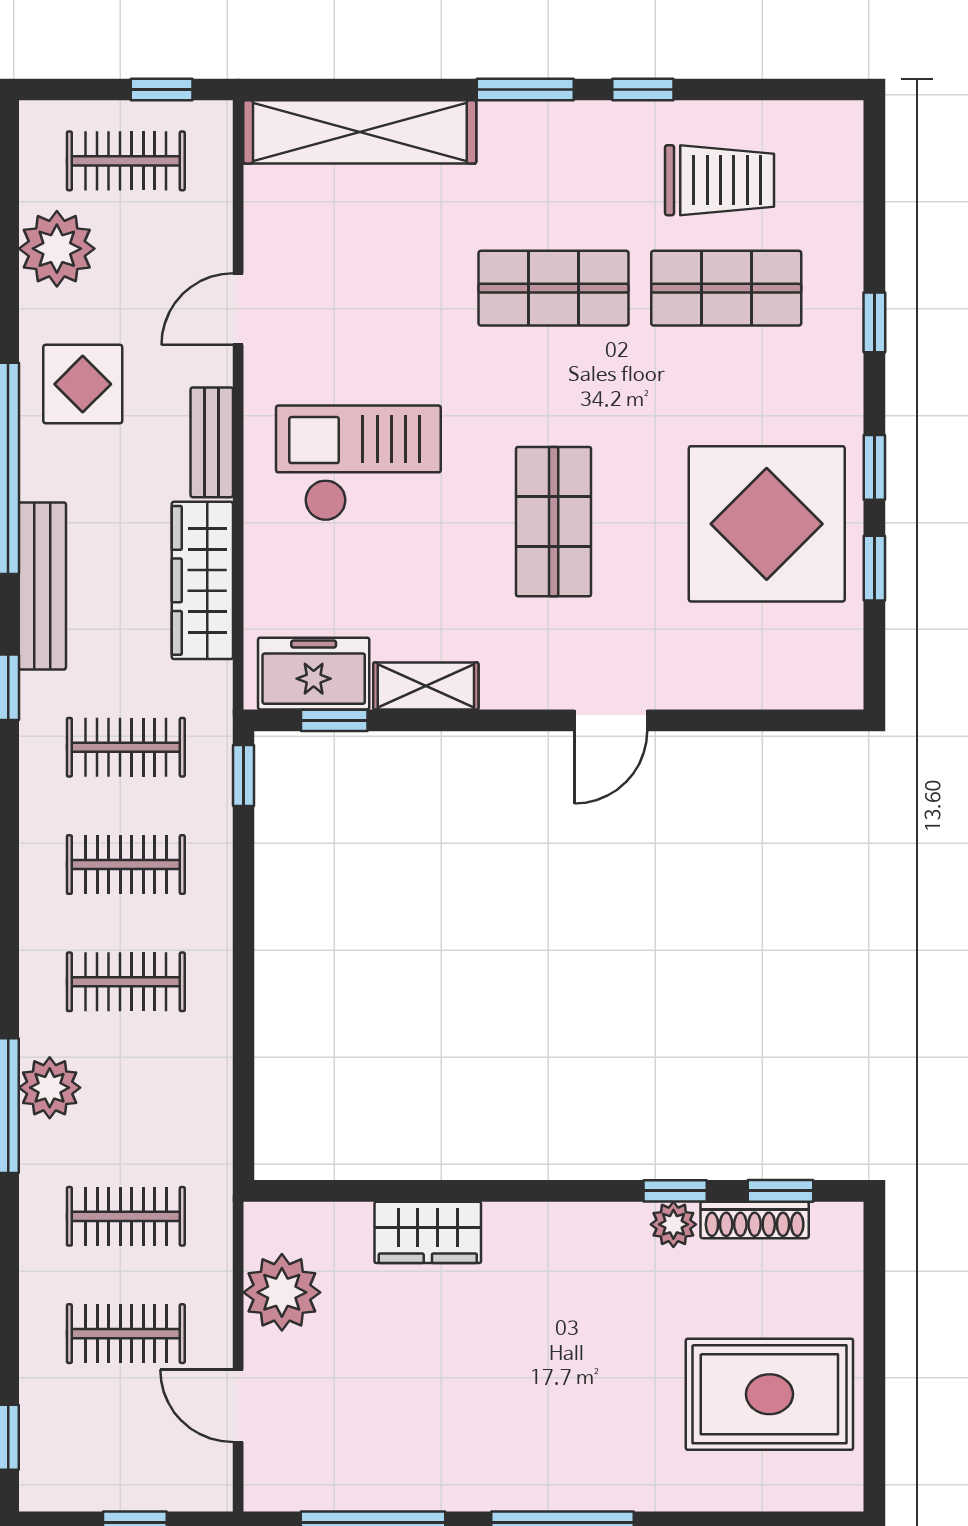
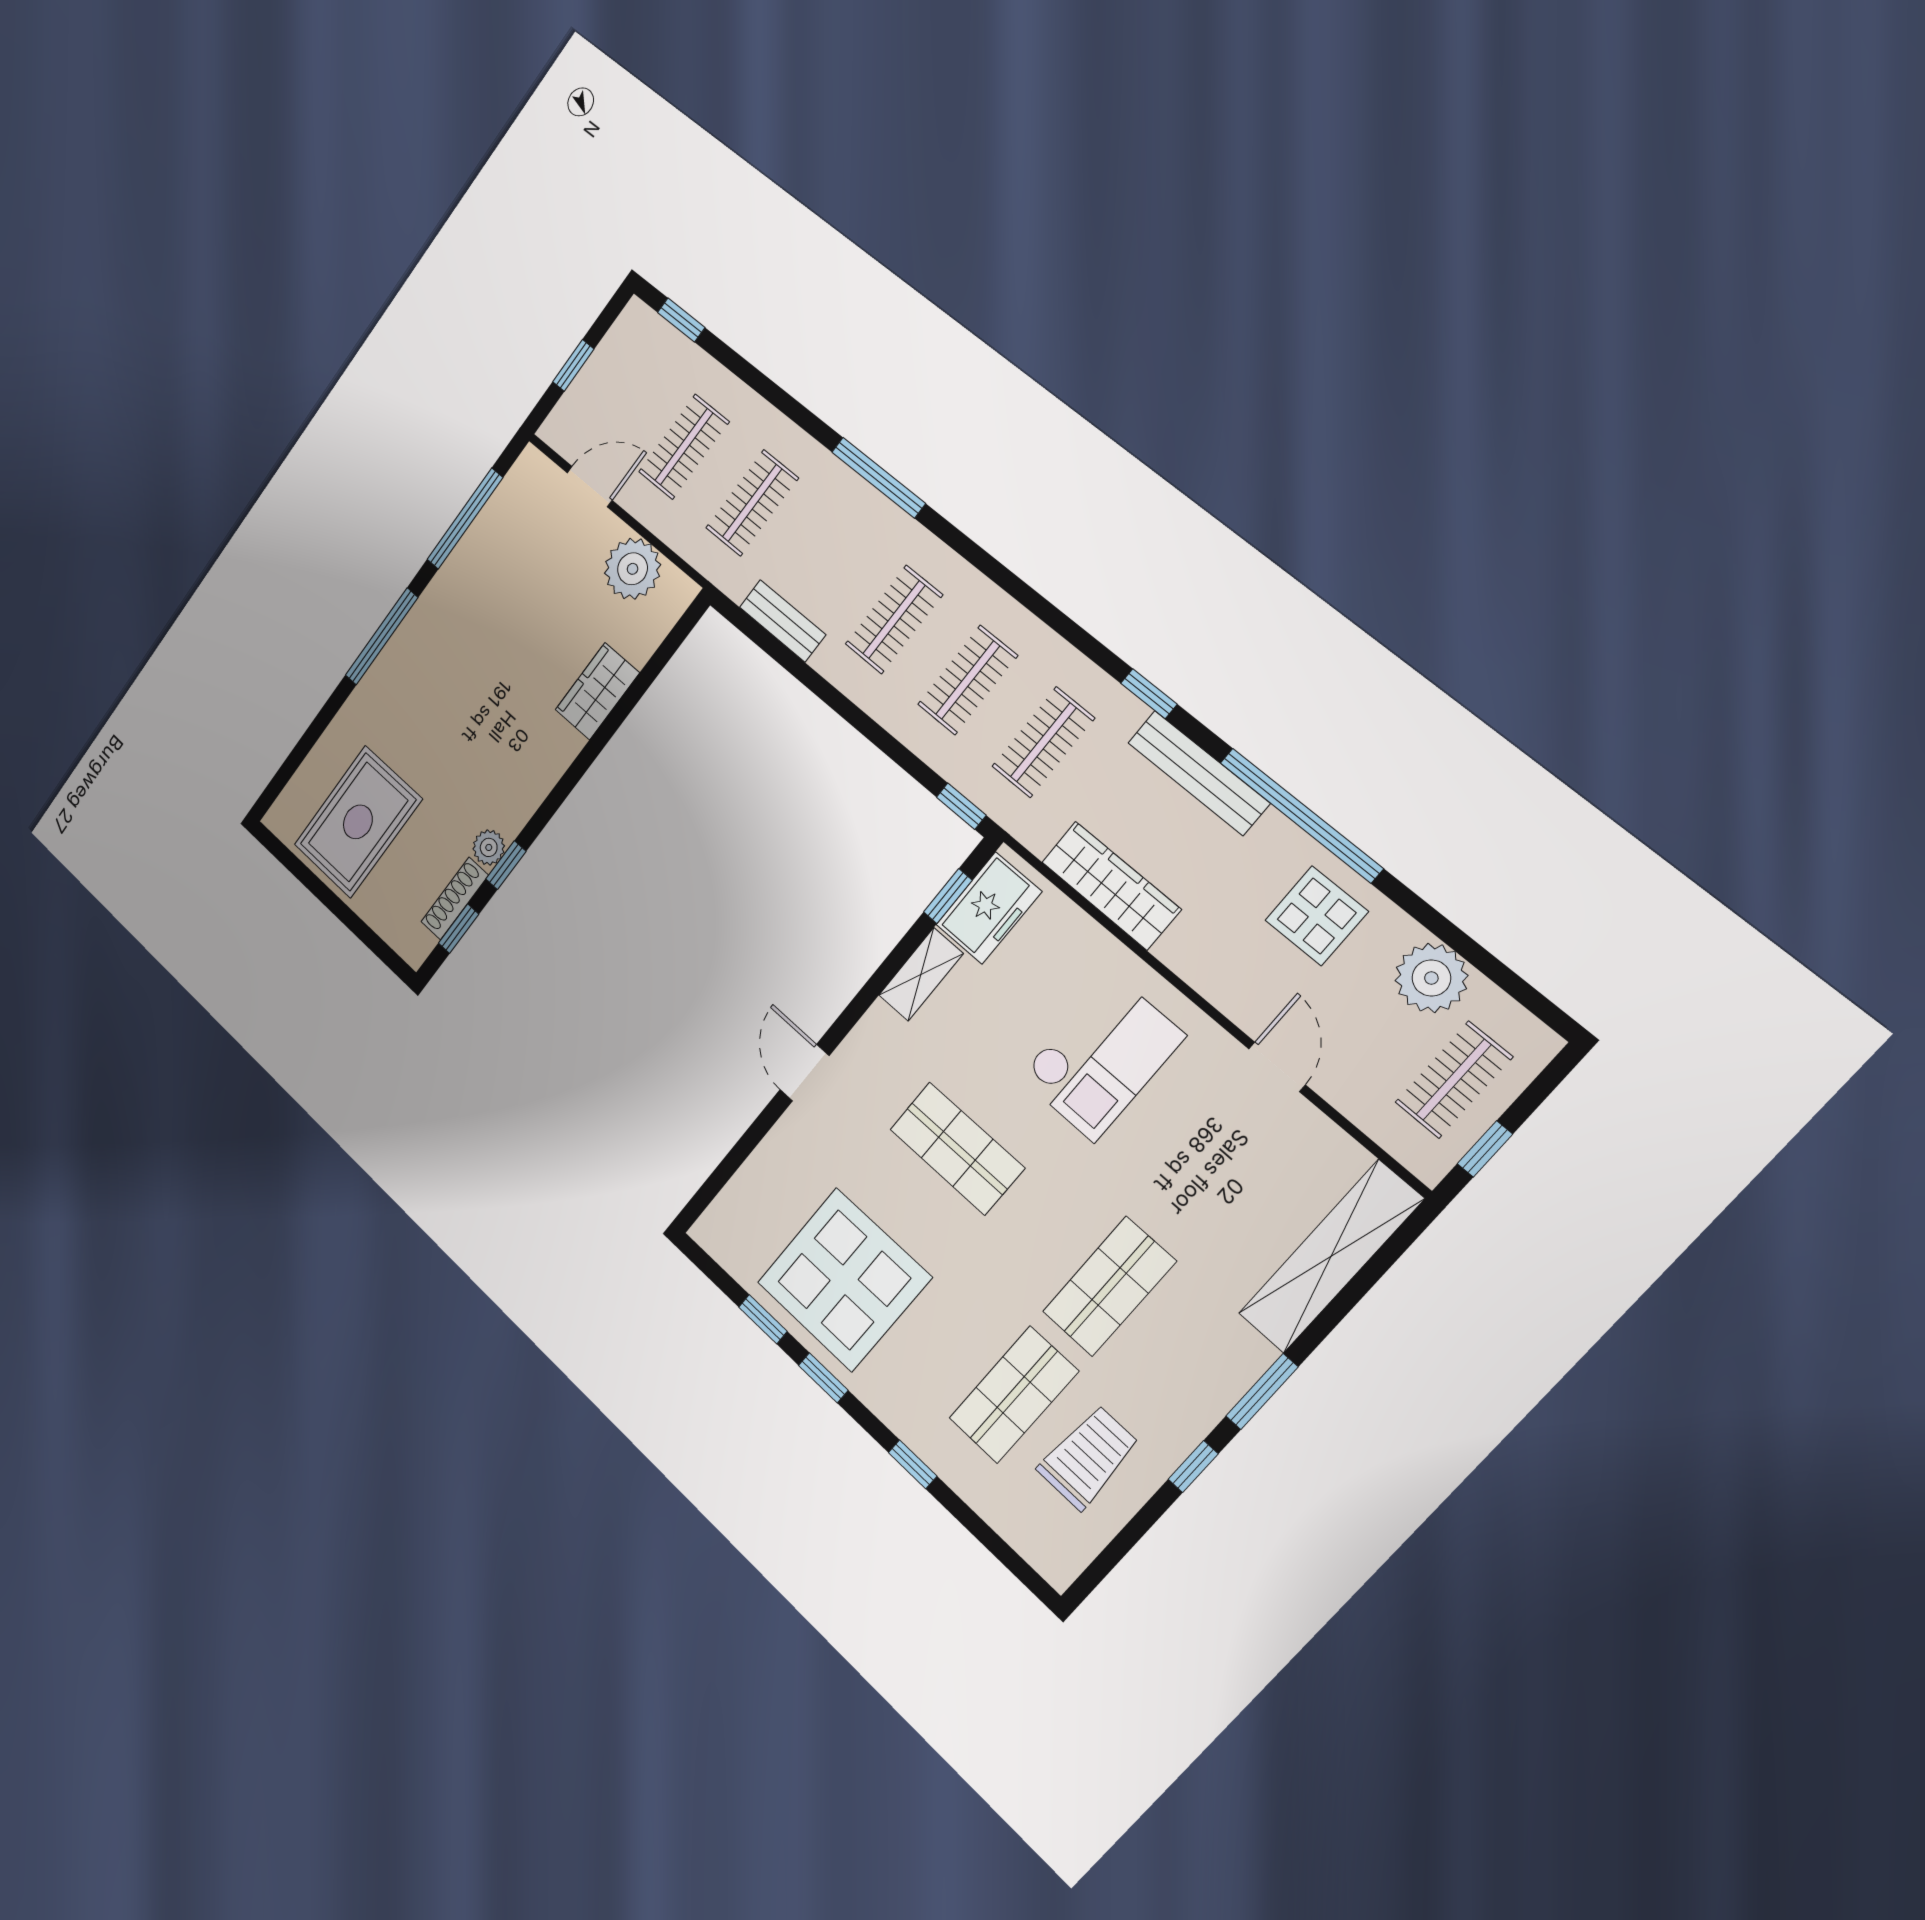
trolley: (719, 180) -> (1088, 1457), turned 180
bench: (212, 442) -> (783, 621), moved
plant: (50, 1088) -> (868, 515), removed

